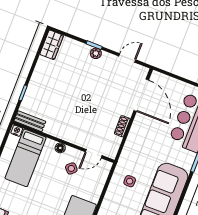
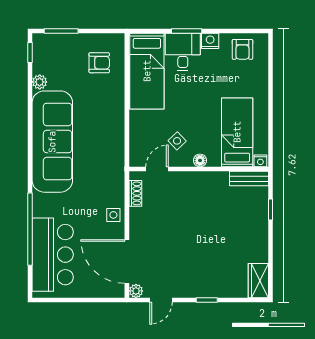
plant: (96, 53) -> (136, 291), moved
shoe rack: (122, 126) -> (135, 193), moved
side table: (130, 181) -> (113, 215), moved

